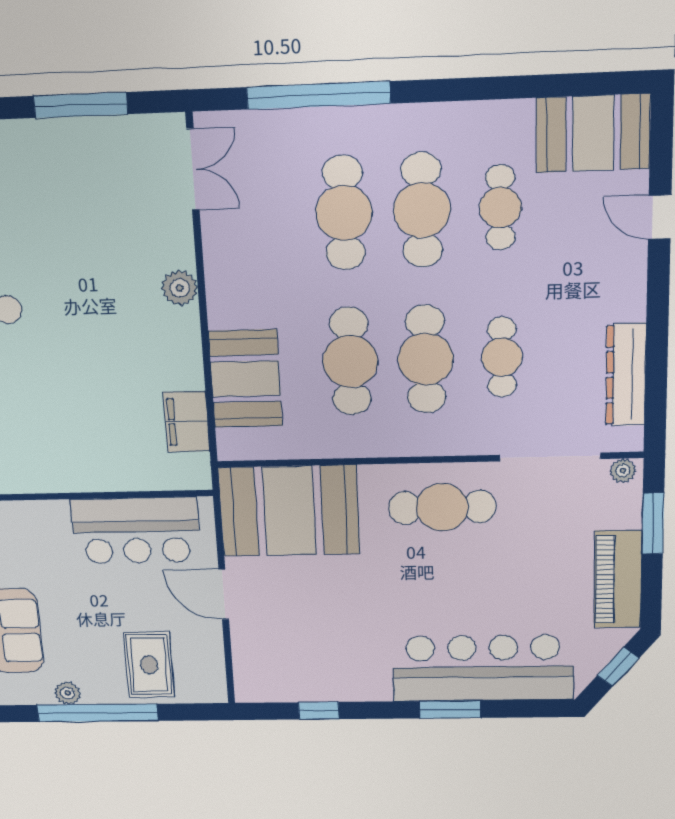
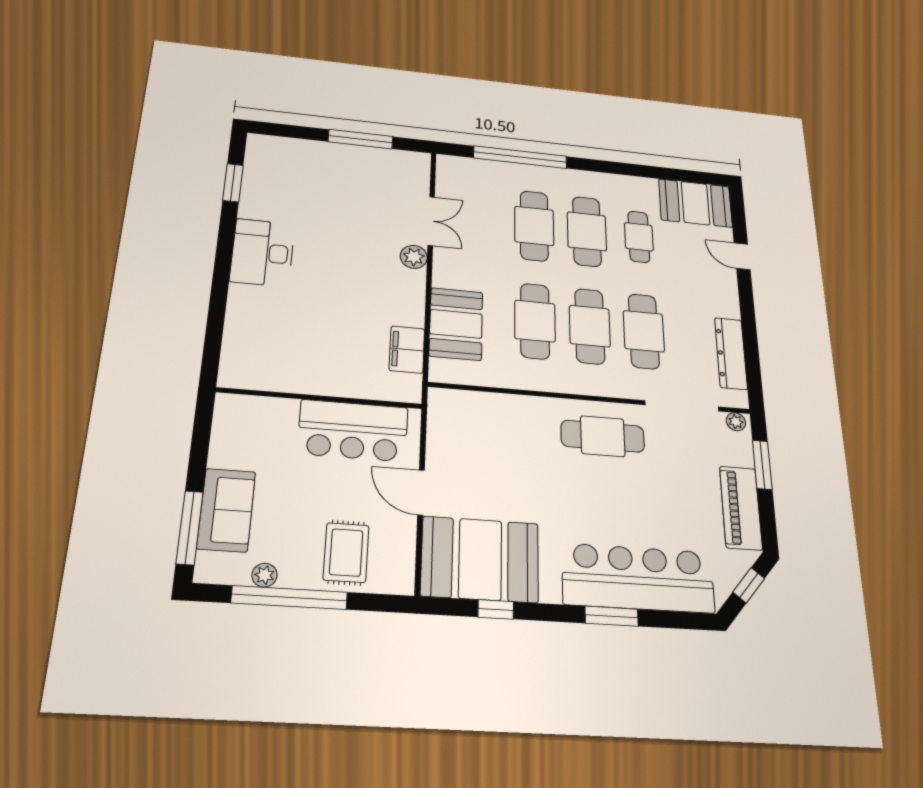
double door: (193, 169) -> (431, 221), moved
cafe table: (502, 357) -> (644, 331), width x1.37, depth x1.35
booth: (289, 511) -> (480, 559), moved

